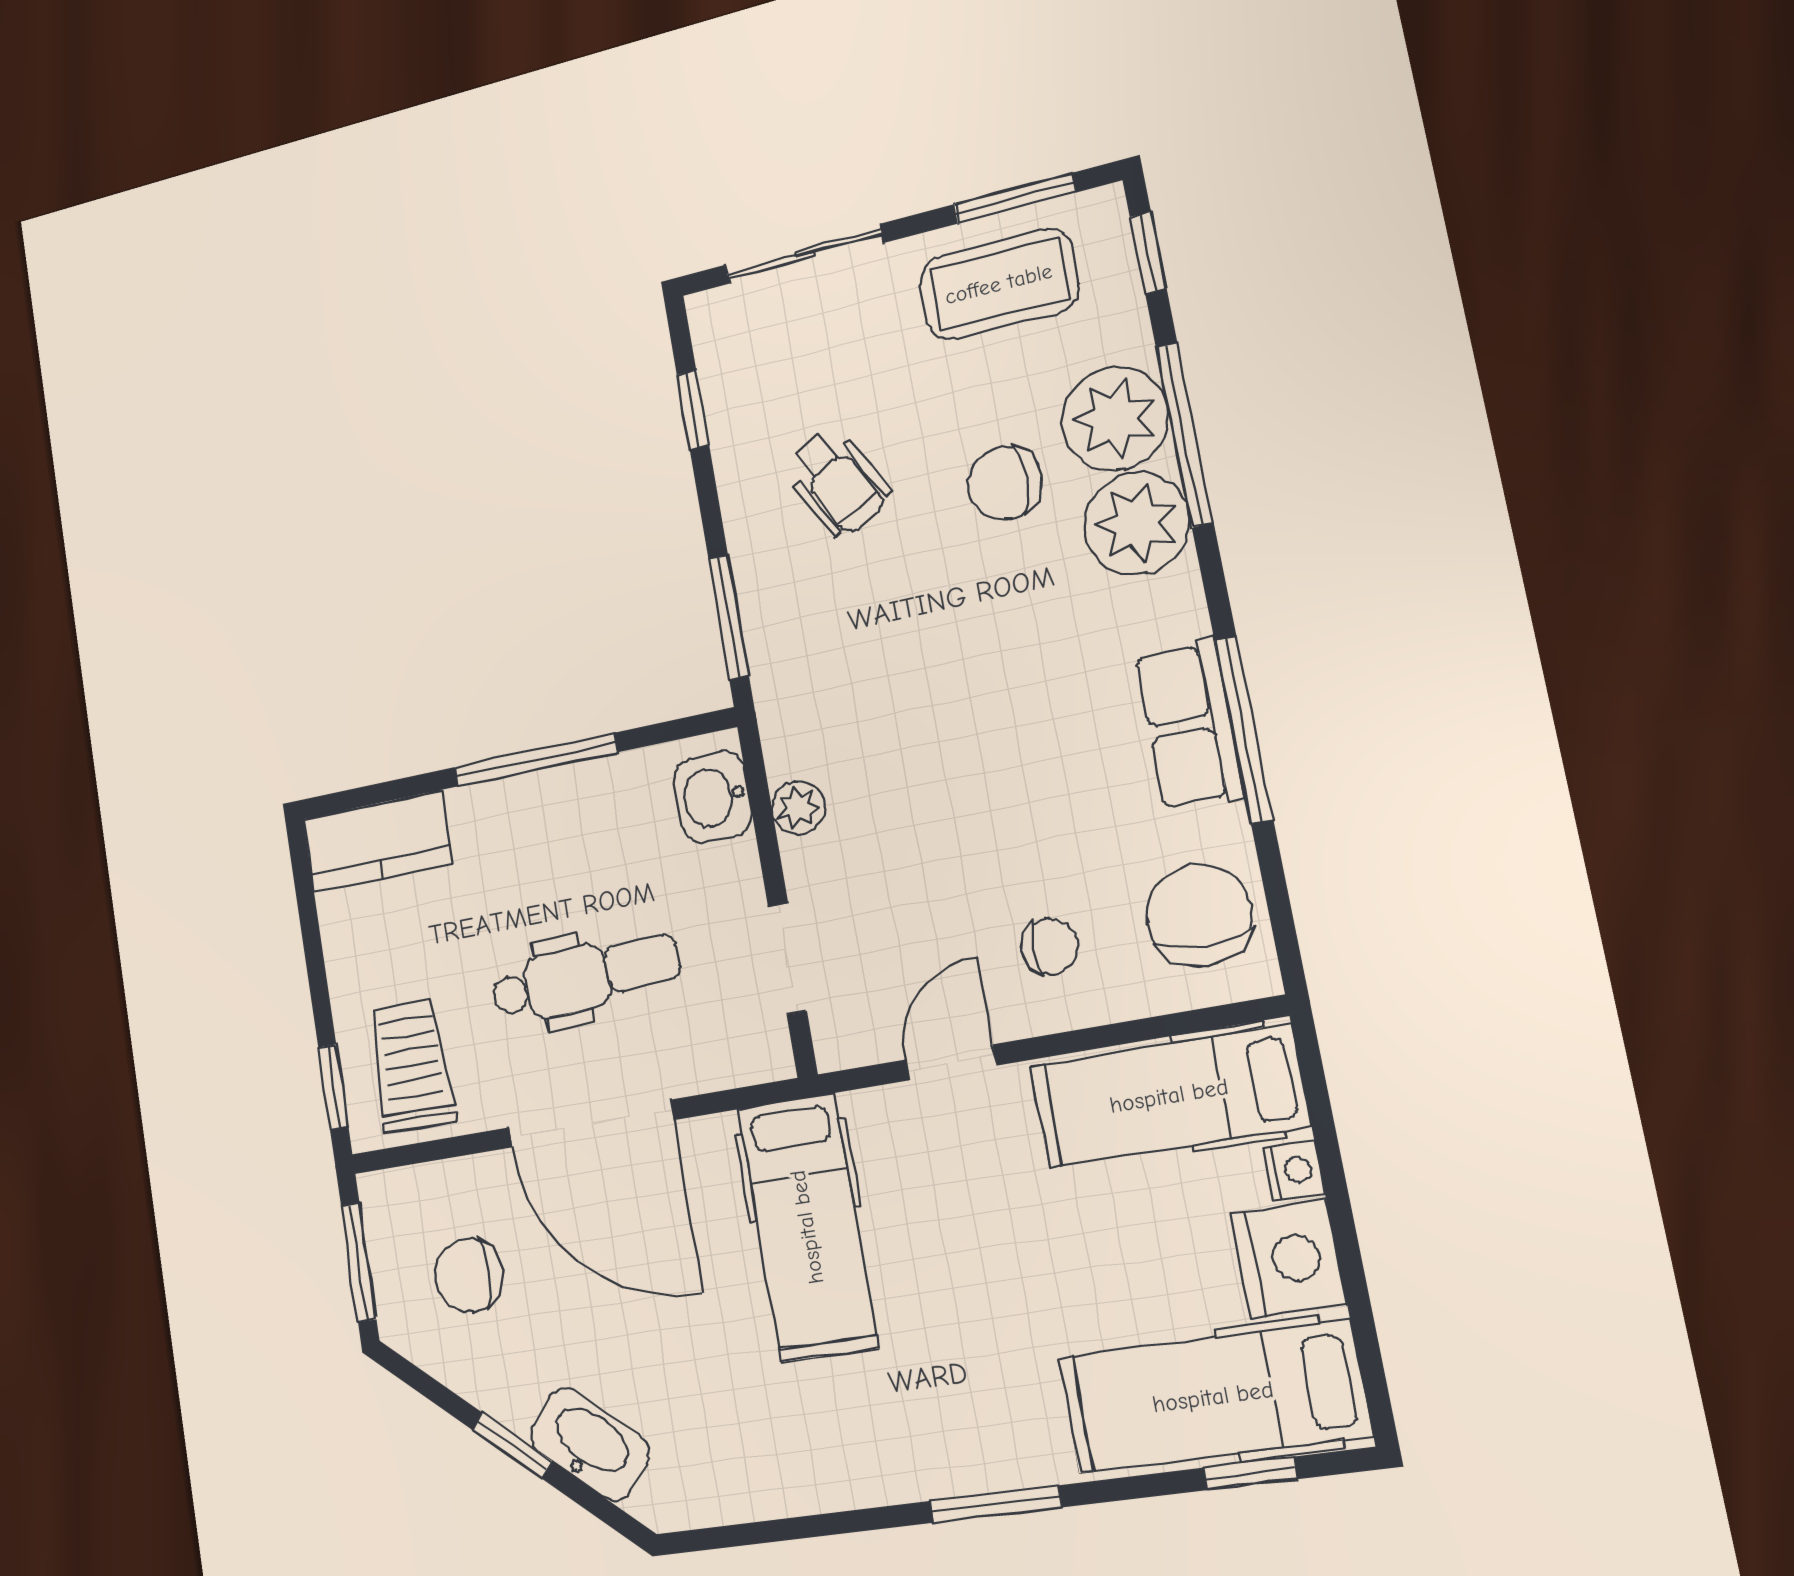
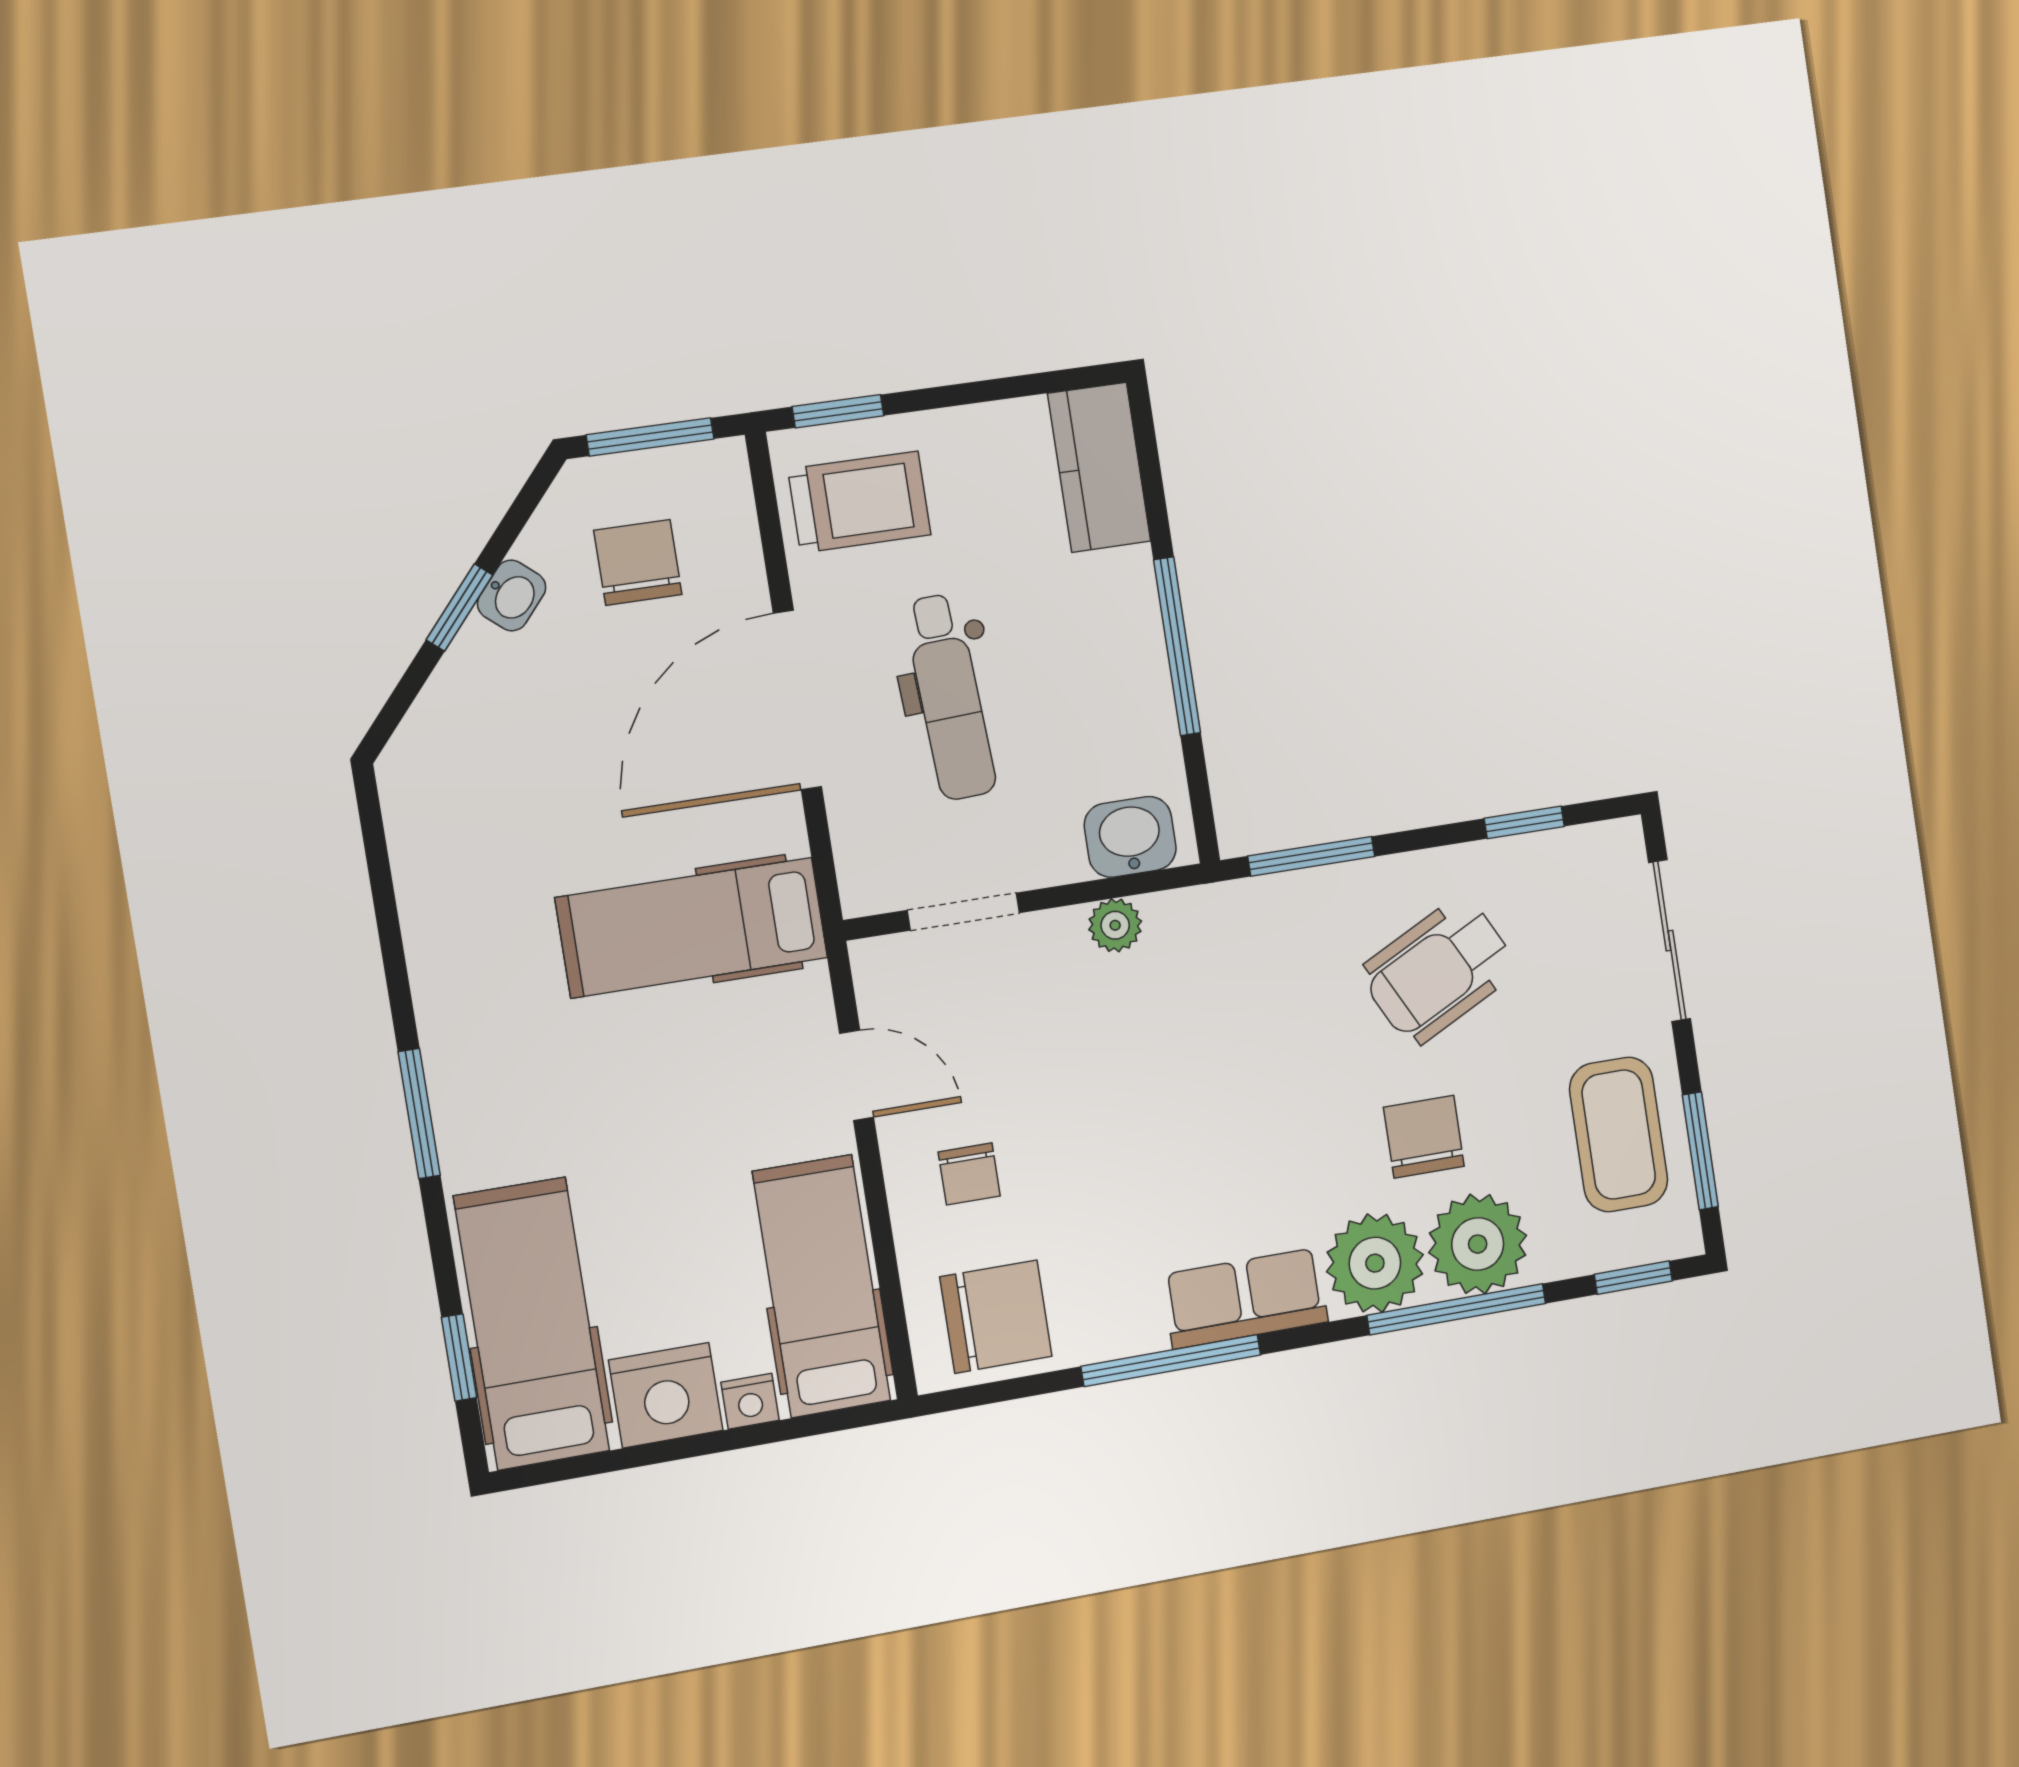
wheelchair: (837, 482) -> (1439, 971), width x1.36, depth x1.37
row of seats: (1189, 725) -> (1245, 1298), moved
washbasin: (590, 1444) -> (512, 595), moved, width x0.52, depth x0.69

